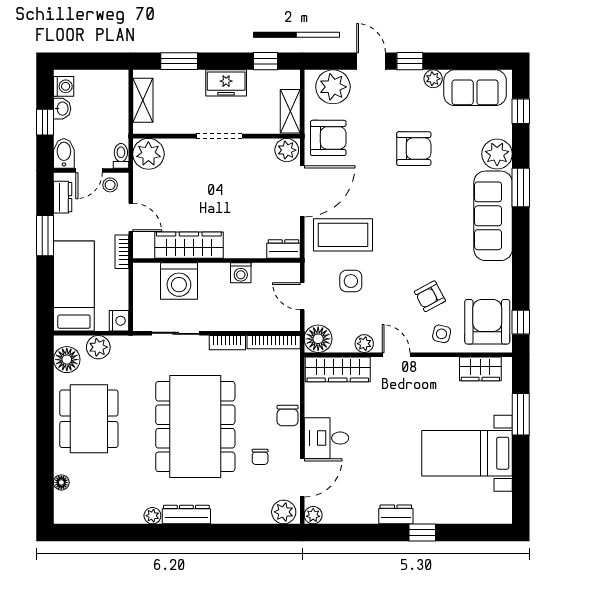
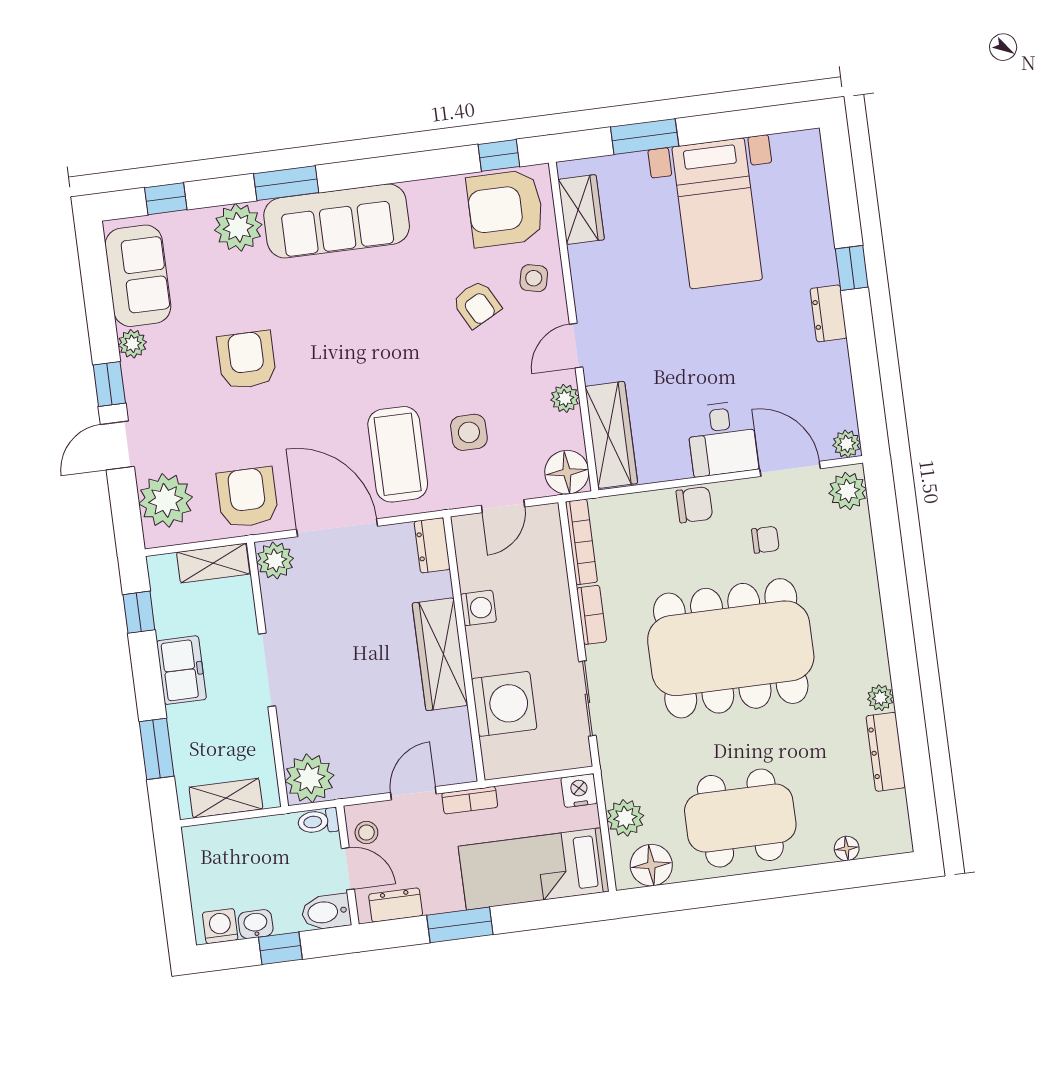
wardrobe: (189, 245) -> (440, 654), moved
dresser: (186, 515) -> (886, 752), moved

